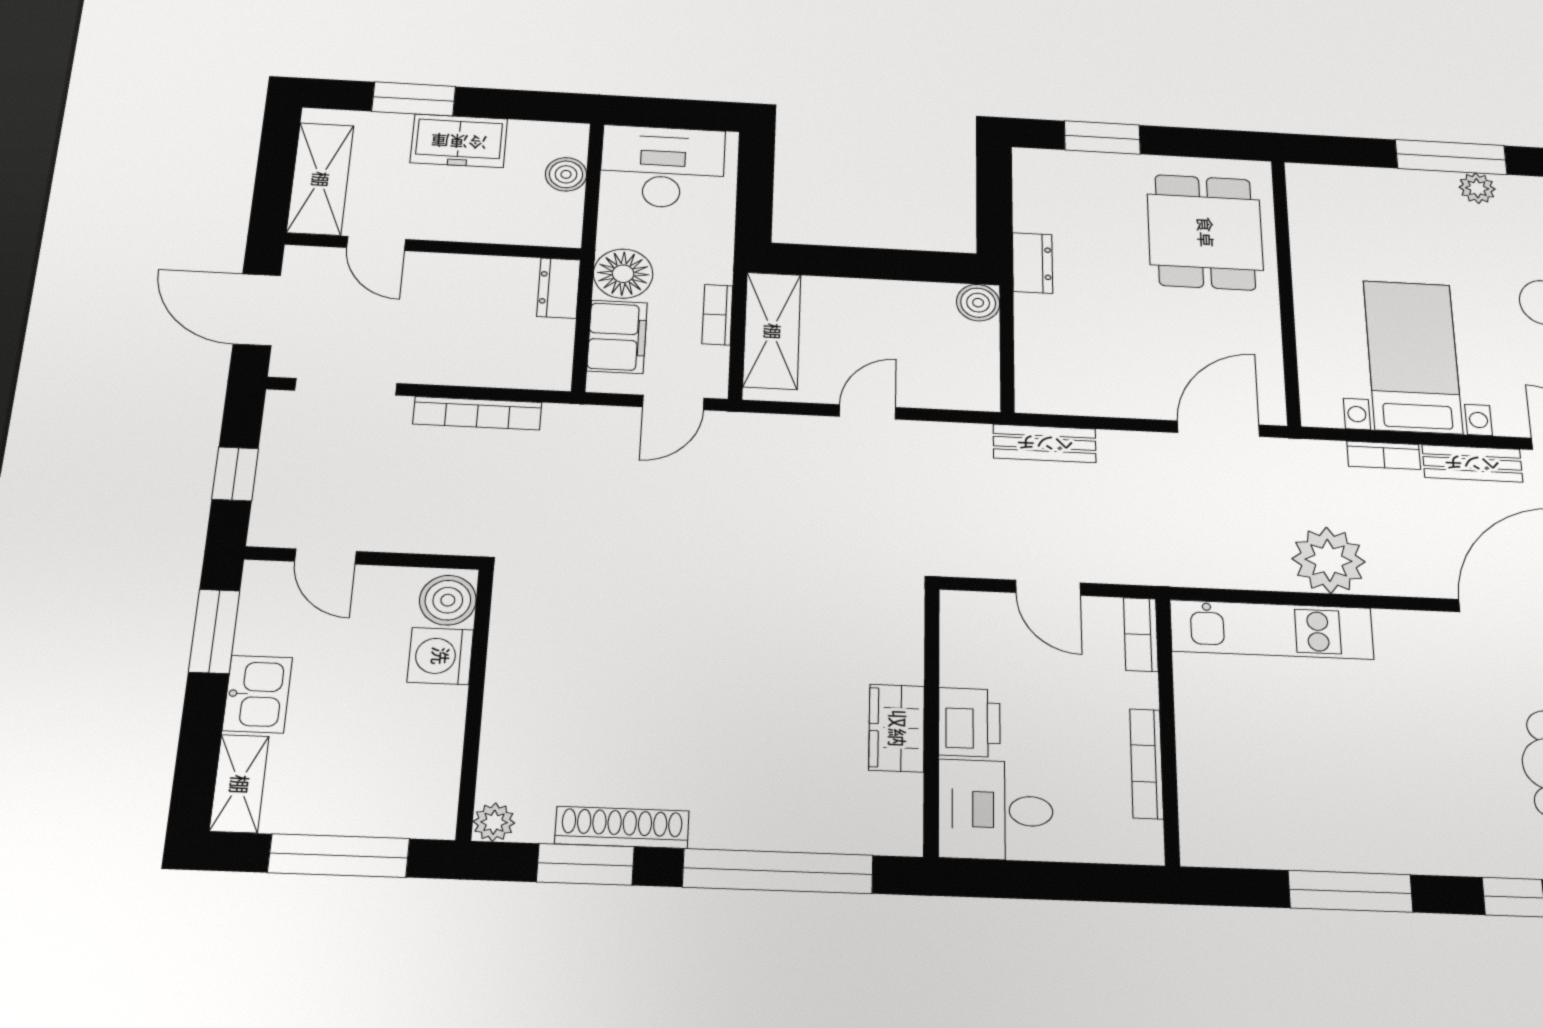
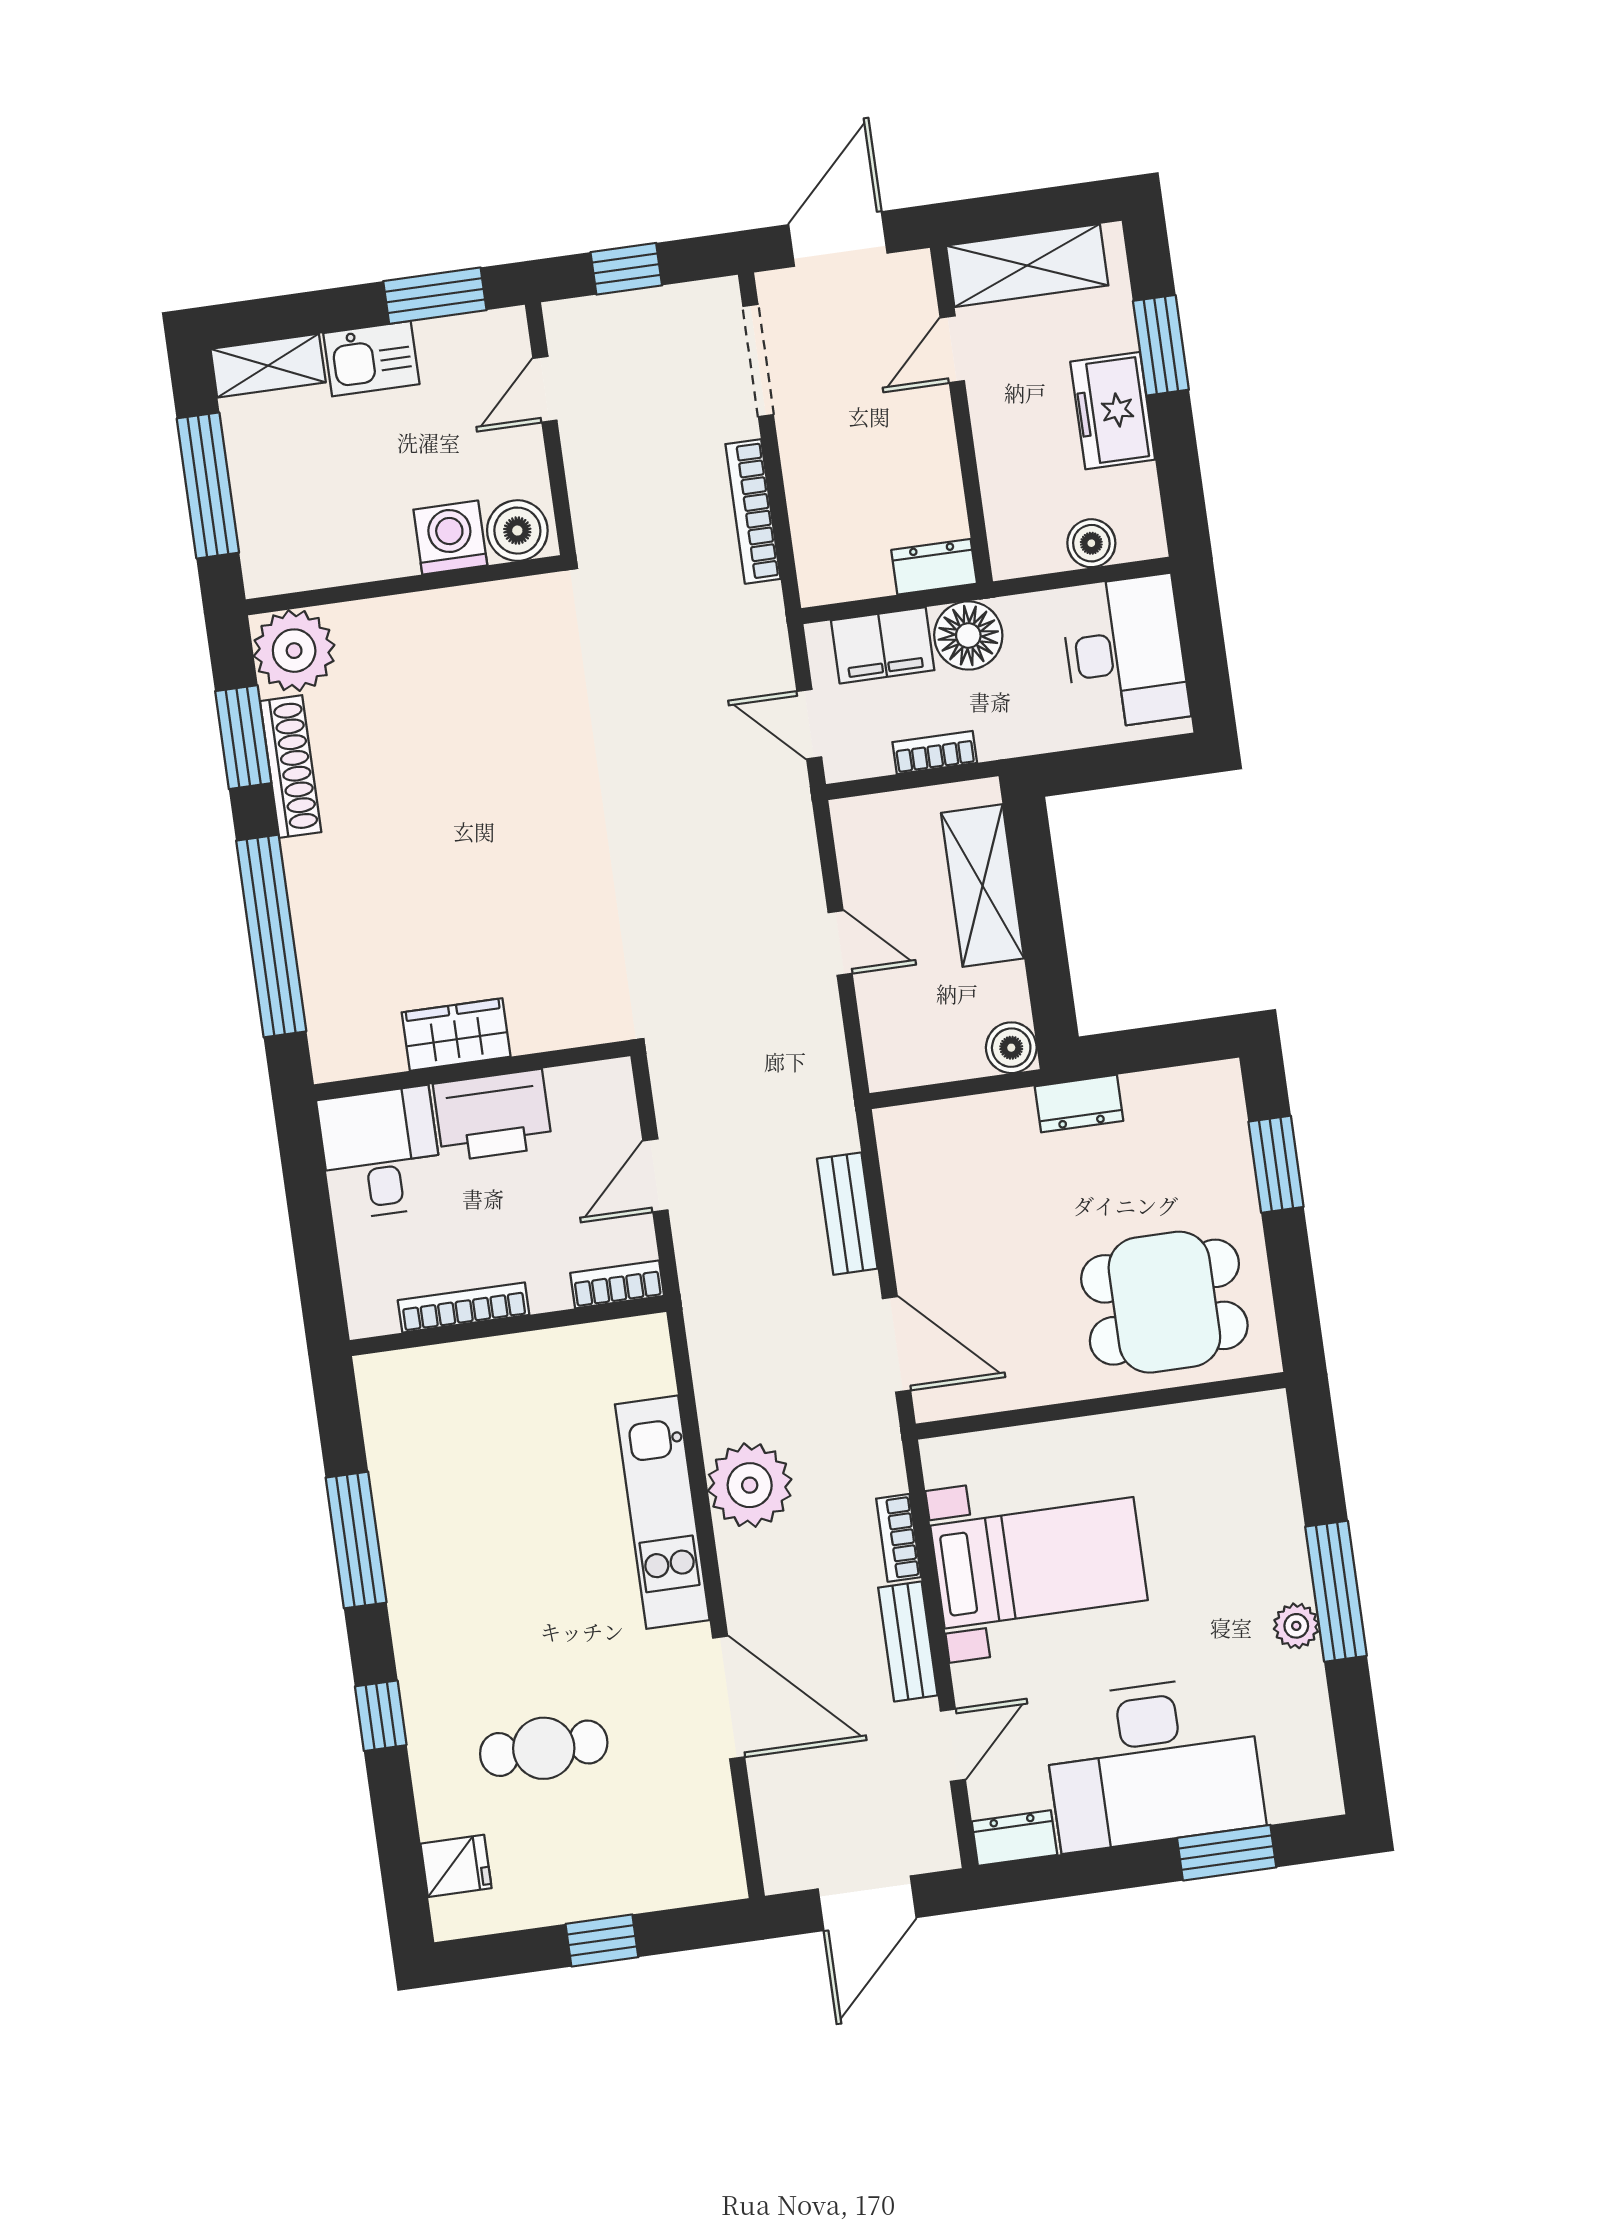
shelving: (772, 331) -> (983, 886), moved, turned 90
bench: (1045, 443) -> (847, 1214), moved
kitchen unit: (1272, 630) -> (662, 1512), moved
printer: (969, 722) -> (493, 1115), width x1.37, depth x1.19
plant: (494, 822) -> (294, 651), width x1.87, depth x1.87

